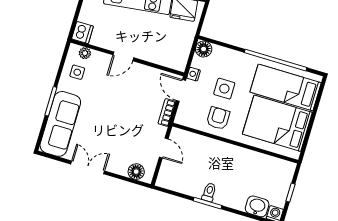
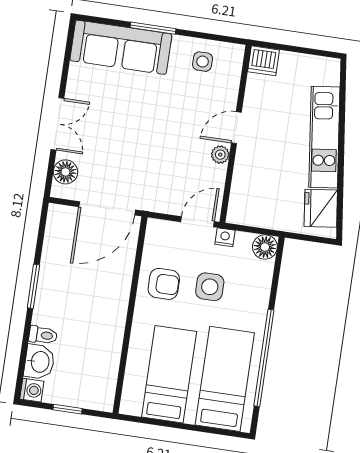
plant: (85, 53) -> (220, 155), moved
door: (123, 56) -> (236, 128), hinge flipped
bookcase: (167, 113) -> (161, 205), removed
bed: (277, 123) -> (169, 374), width x0.67
door: (164, 148) -> (107, 208), width x1.87
double door: (88, 167) -> (57, 124), moved
toilet: (209, 192) -> (43, 335), moved

